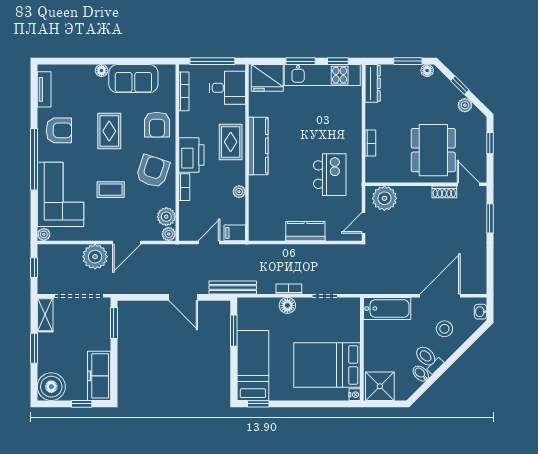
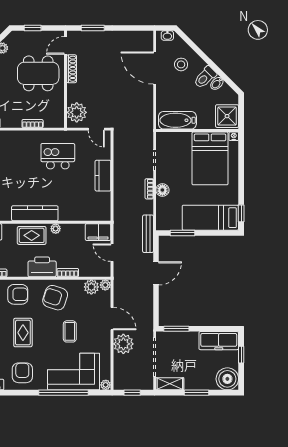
rug: (109, 131) -> (23, 333), turned 90
window: (34, 159) -> (64, 393), moved
plant: (239, 192) -> (56, 229), moved
shoe rack: (444, 192) -> (72, 69), width x1.43
filing cabinet: (235, 233) -> (98, 232), width x2.00
bathtub: (387, 309) -> (177, 120), moved, turned -90

